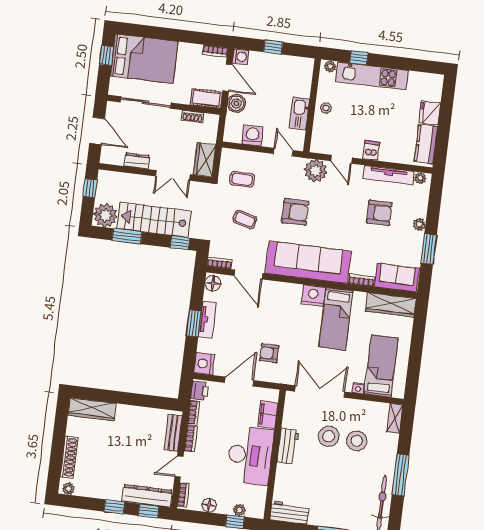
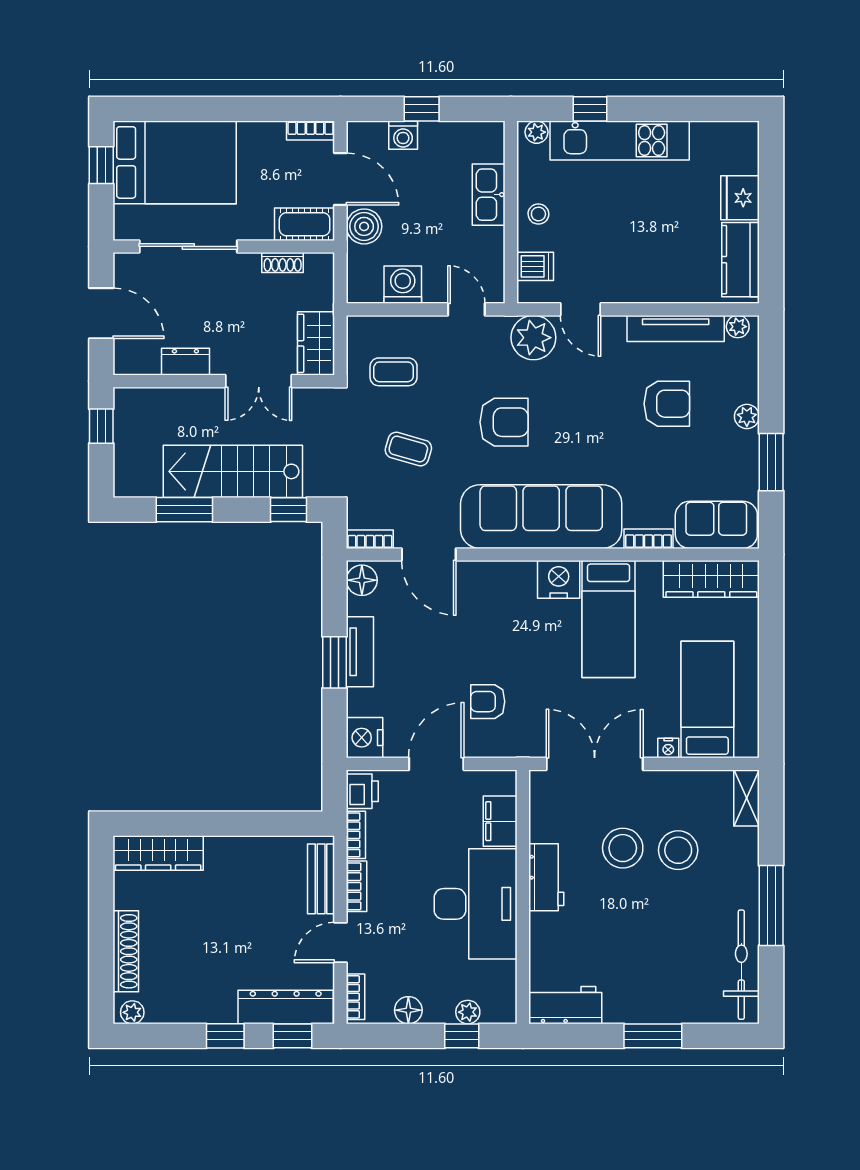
washing machine: (240, 57) -> (403, 135), moved, turned 90
kitchen sink: (300, 114) -> (489, 195), moved
dishwasher: (371, 150) -> (535, 266), moved, turned 90
plant: (105, 215) -> (138, 474), removed

